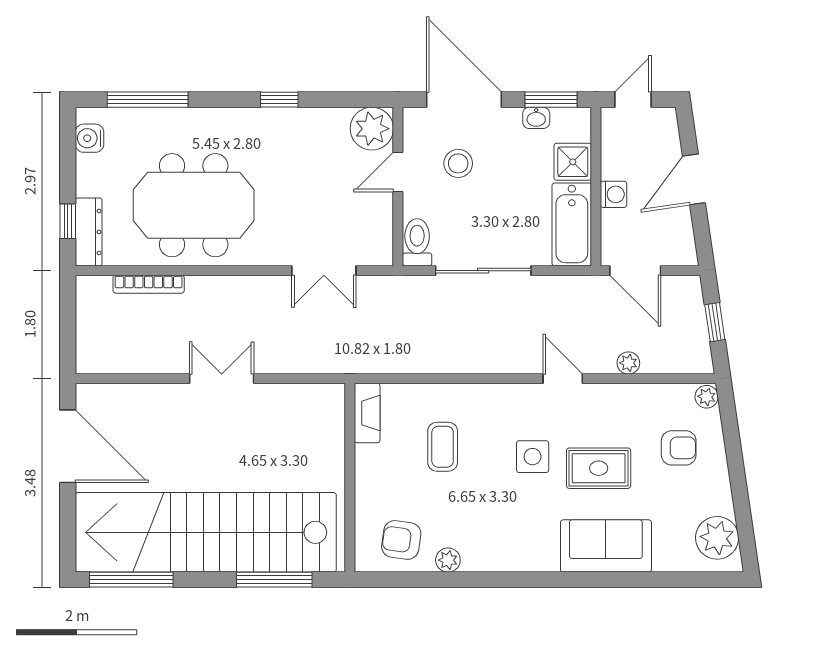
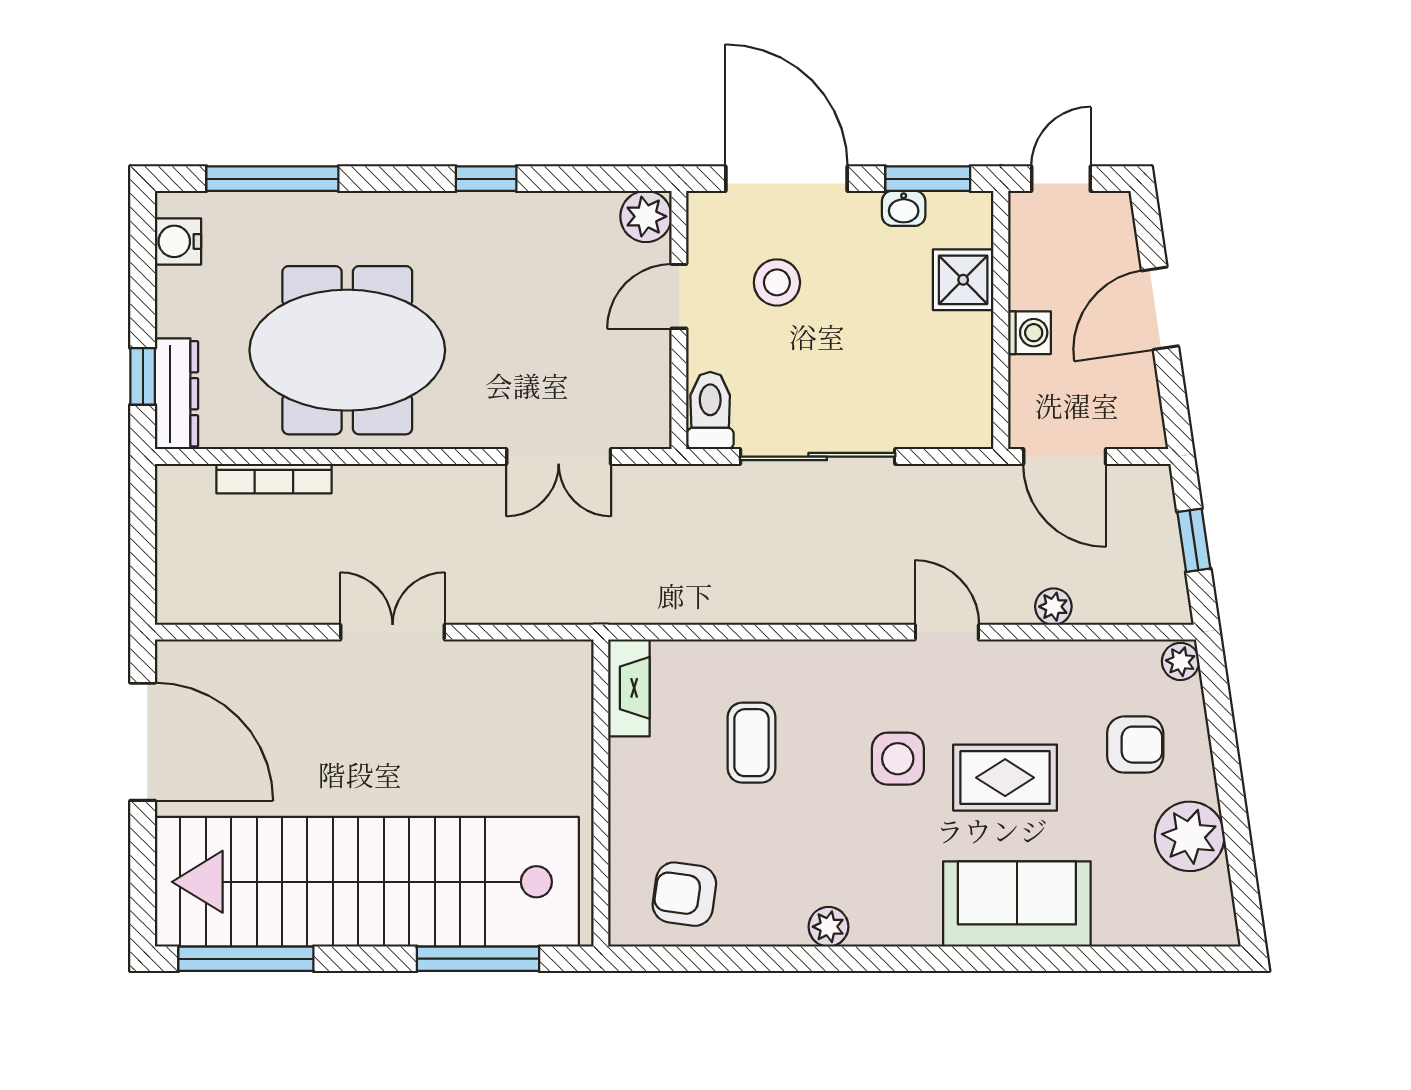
plant: (372, 129) -> (646, 216), width x0.73, depth x0.73
bathtub: (572, 224) -> (962, 382), removed
plant: (717, 538) -> (1190, 836), moved
plant: (448, 560) -> (828, 927), moved

